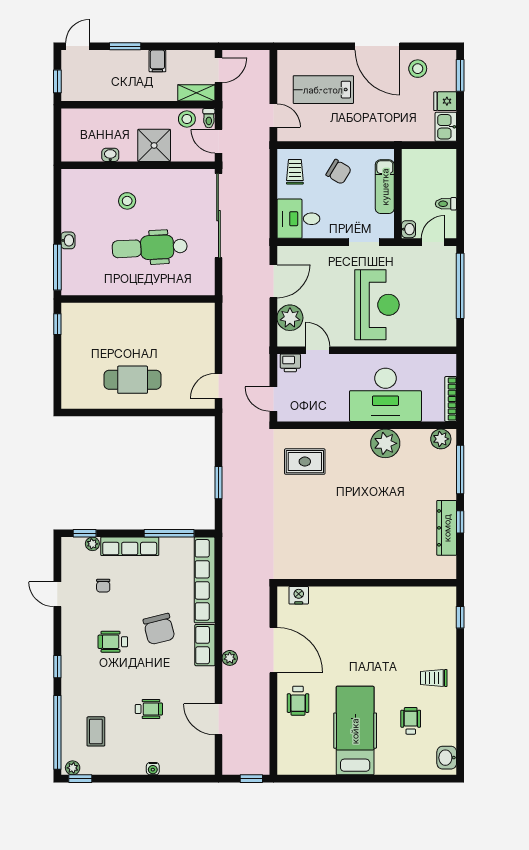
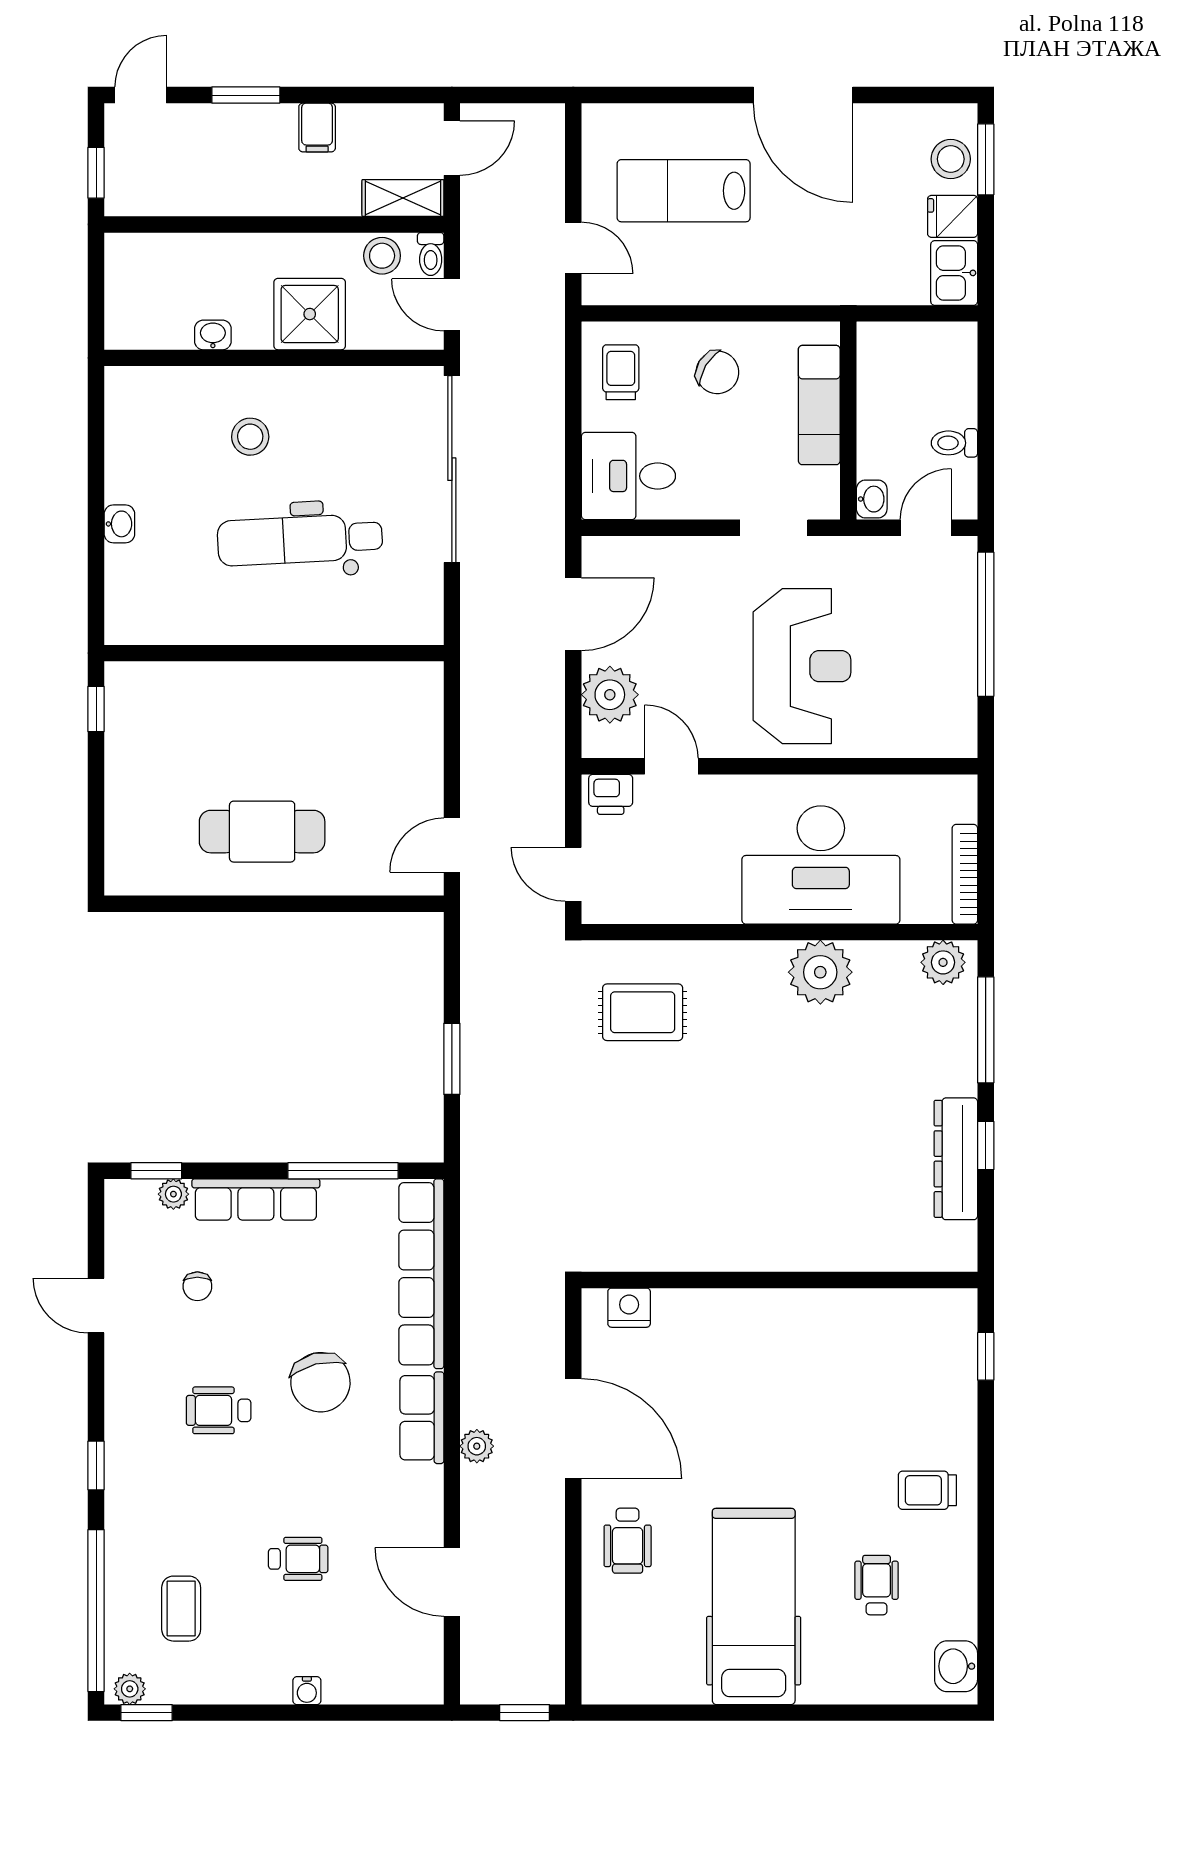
stool: (418, 69) -> (951, 159), moved
window: (57, 267) -> (96, 583), removed

